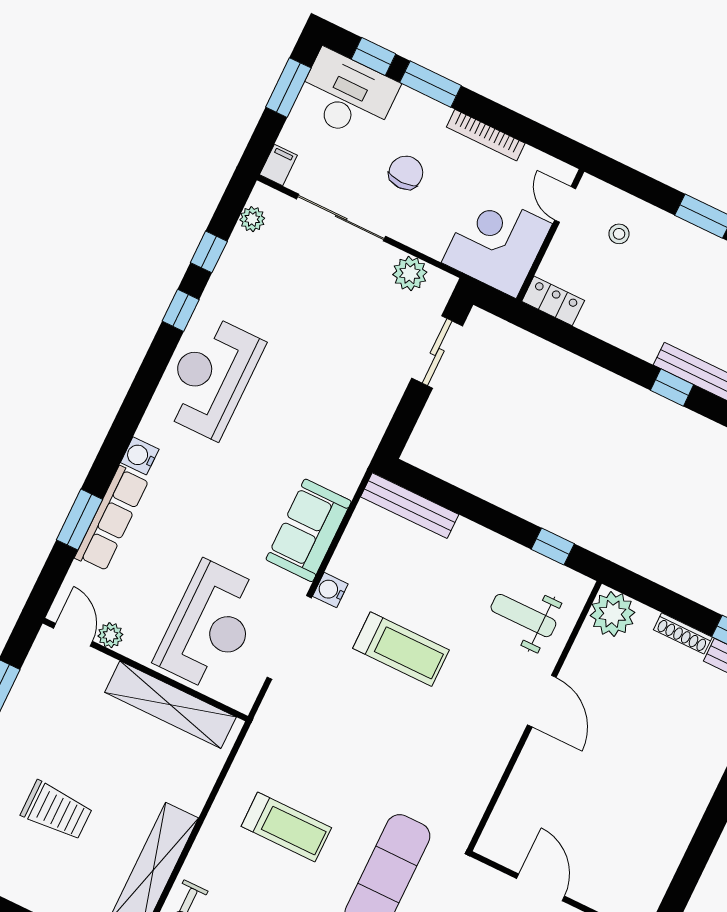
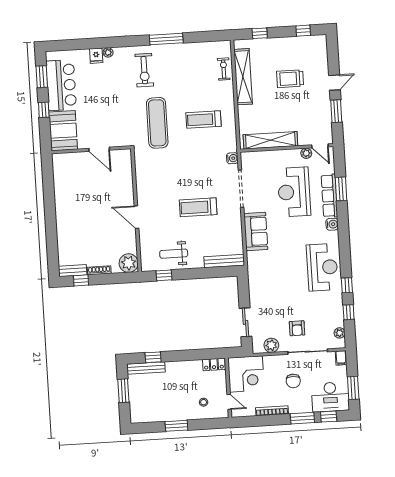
armchair: (336, 279) -> (297, 328), added
water cooler: (330, 590) -> (232, 158), moved
weight bench: (523, 616) -> (174, 254), moved, turned 180
reception desk: (210, 626) -> (294, 192), moved

